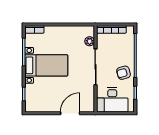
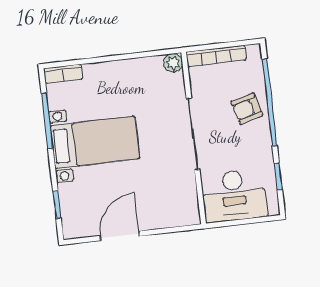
plant: (90, 41) -> (173, 63), moved
armchair: (124, 73) -> (247, 109), moved
door: (70, 113) -> (120, 236), moved

